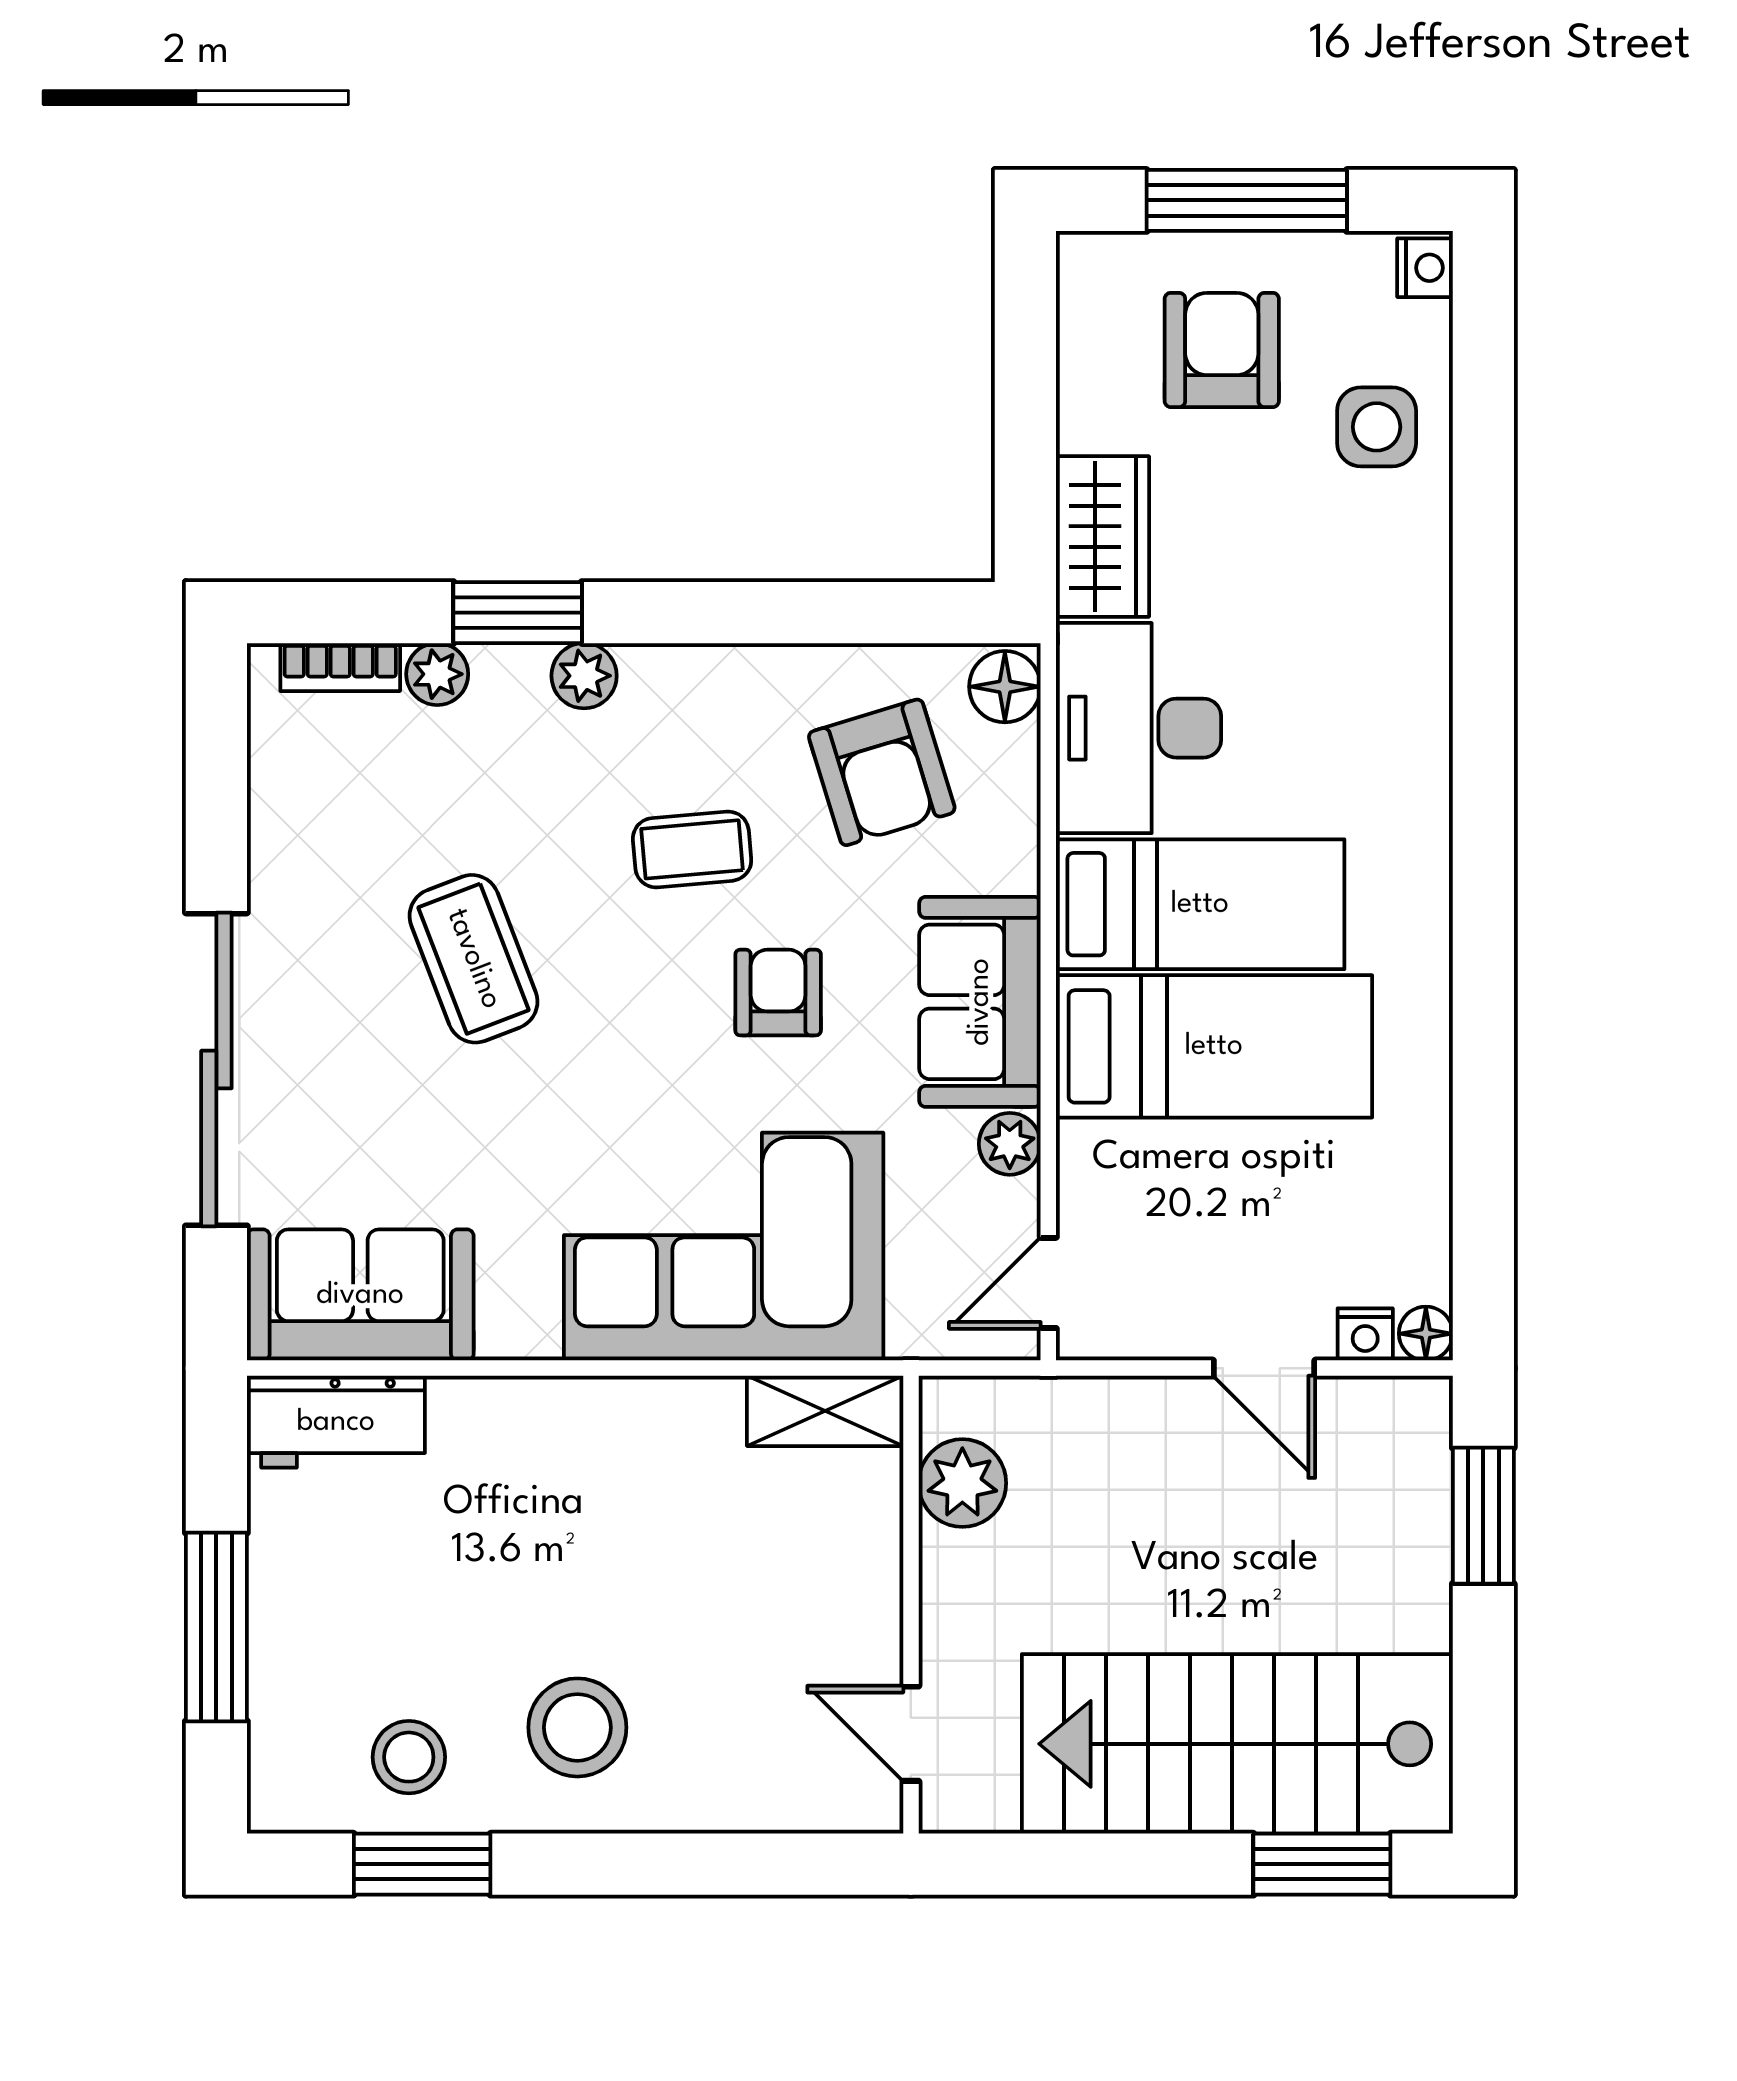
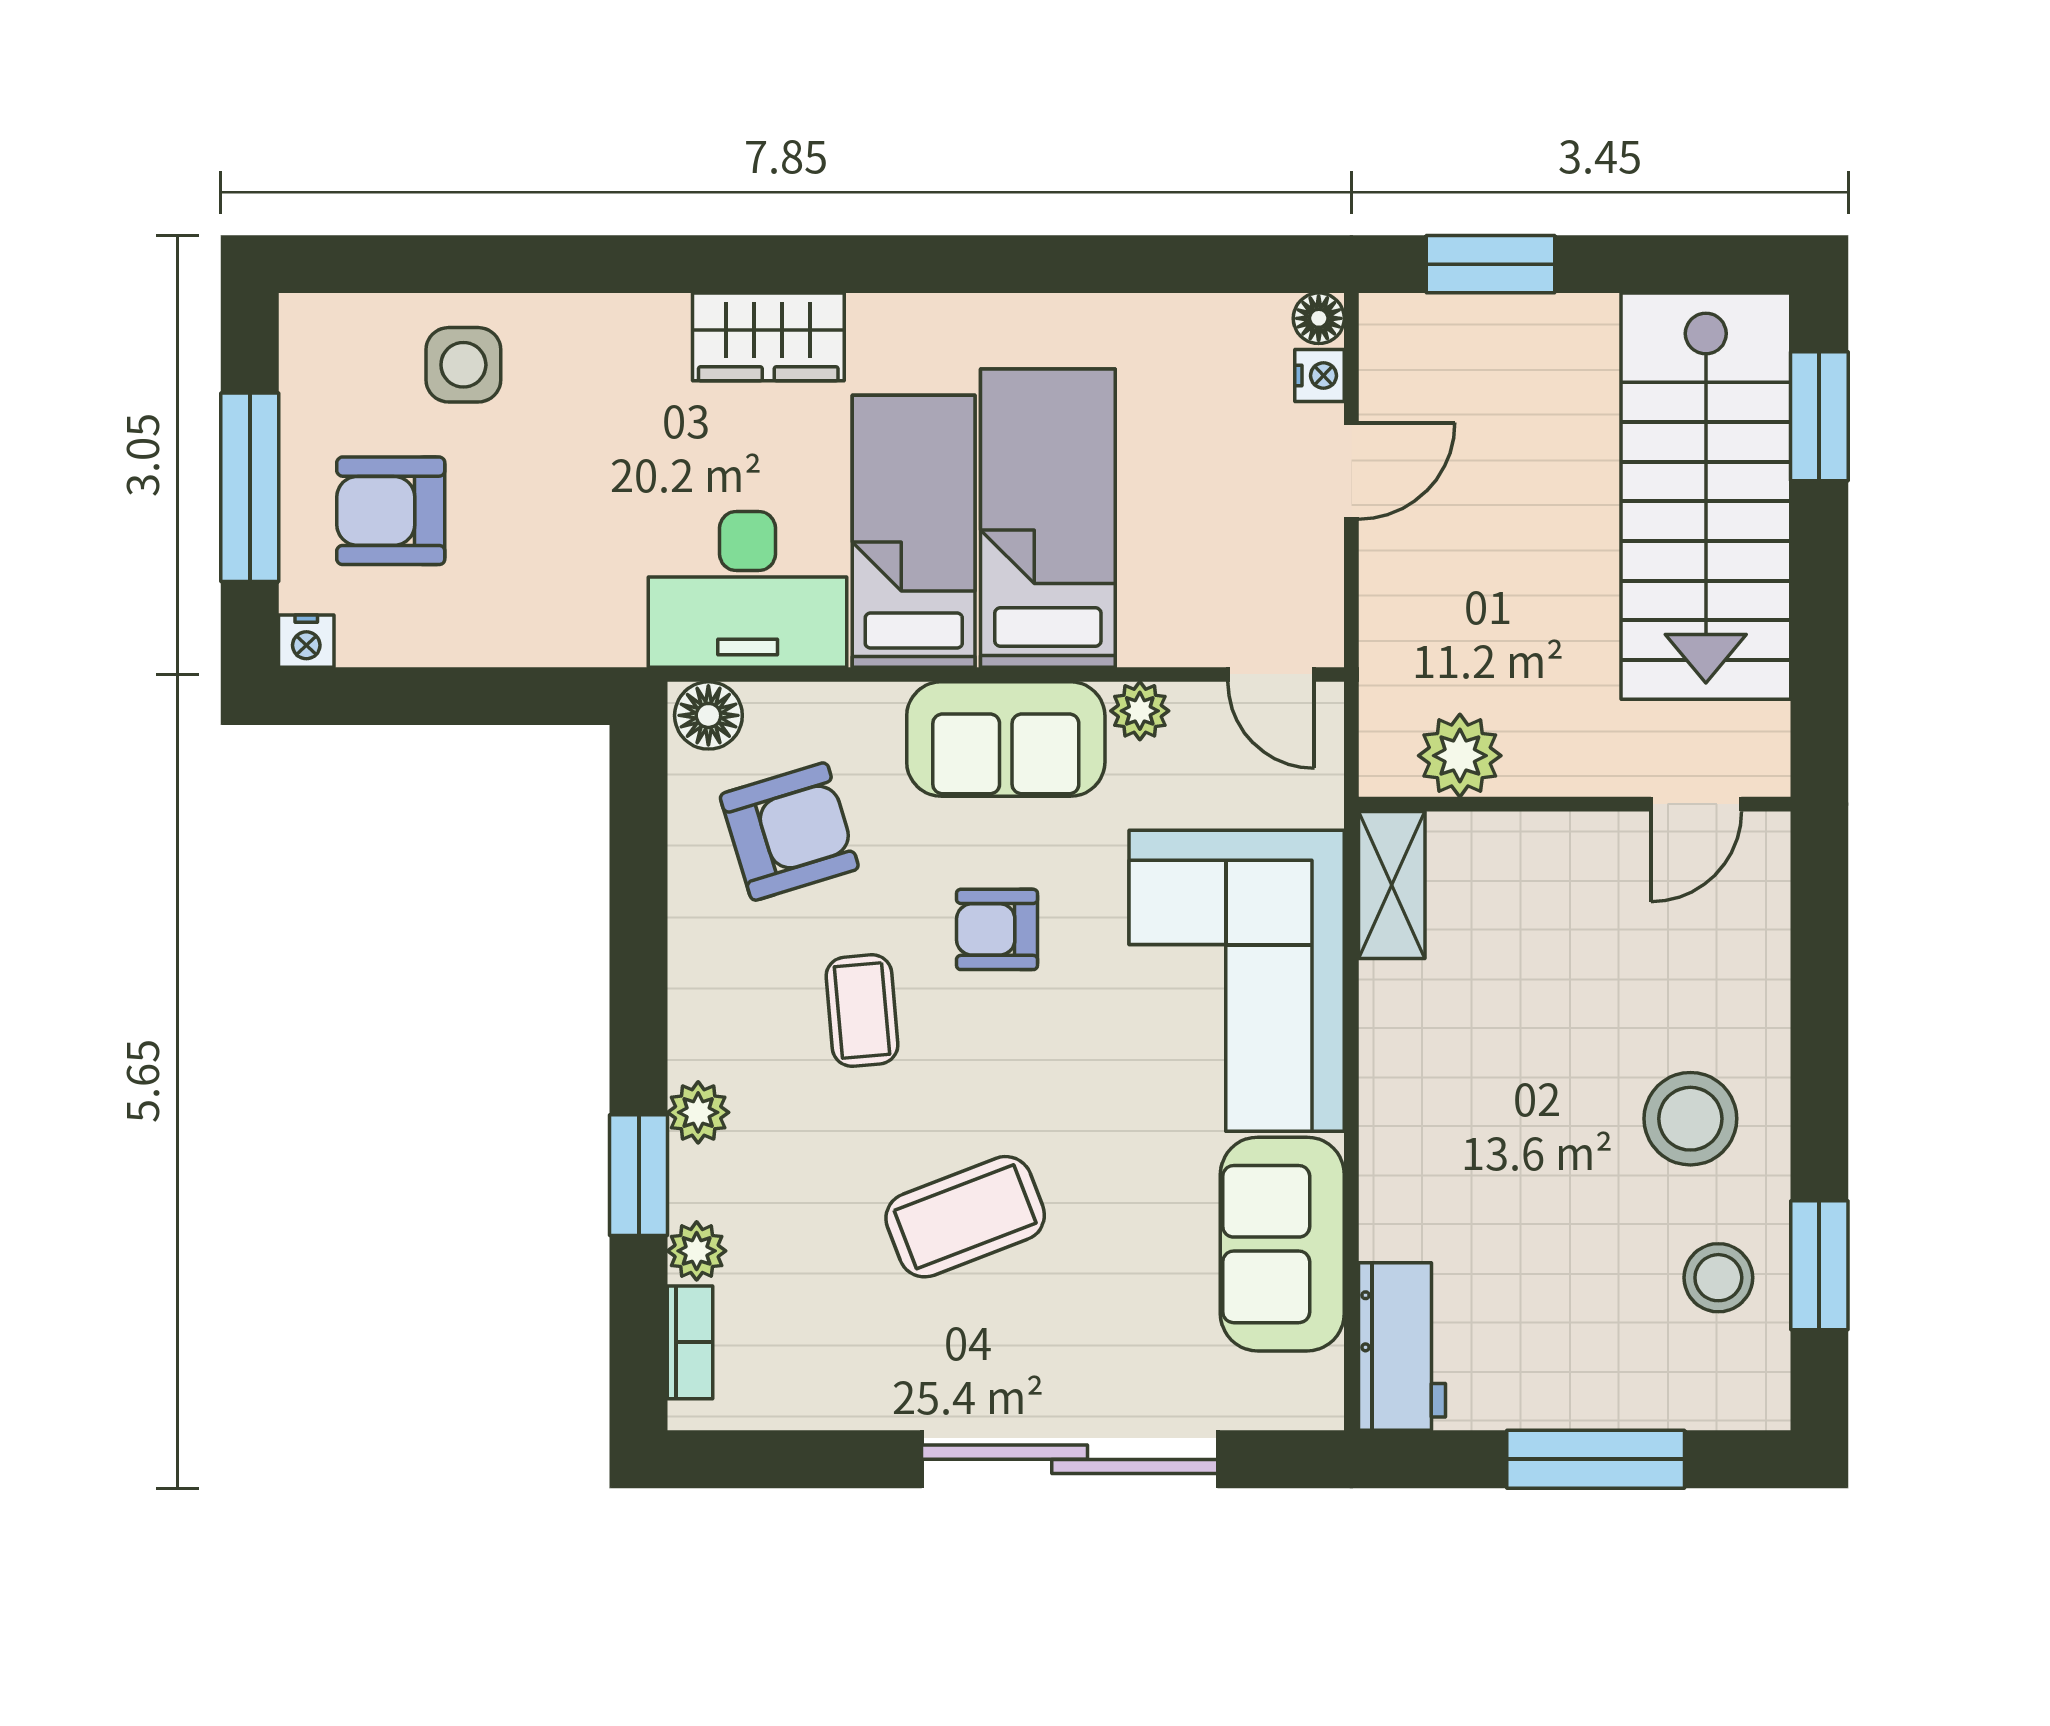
nightstand: (1425, 268) -> (306, 641), moved, turned 180
wardrobe: (1102, 536) -> (768, 337), moved, turned 180
sofa: (360, 1295) -> (1282, 1244), moved

